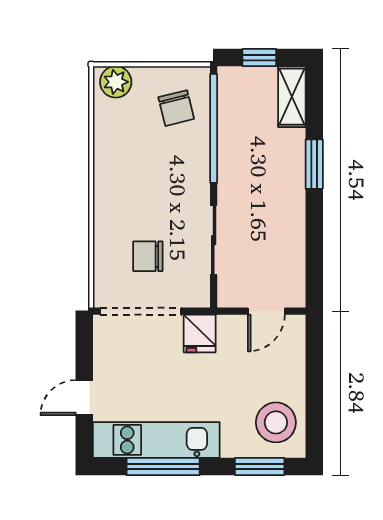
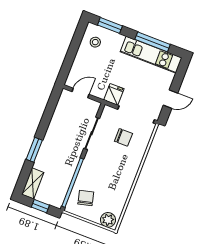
door: (84, 398) -> (171, 99), moved
stool: (276, 422) -> (95, 42), width x0.53, depth x0.53

